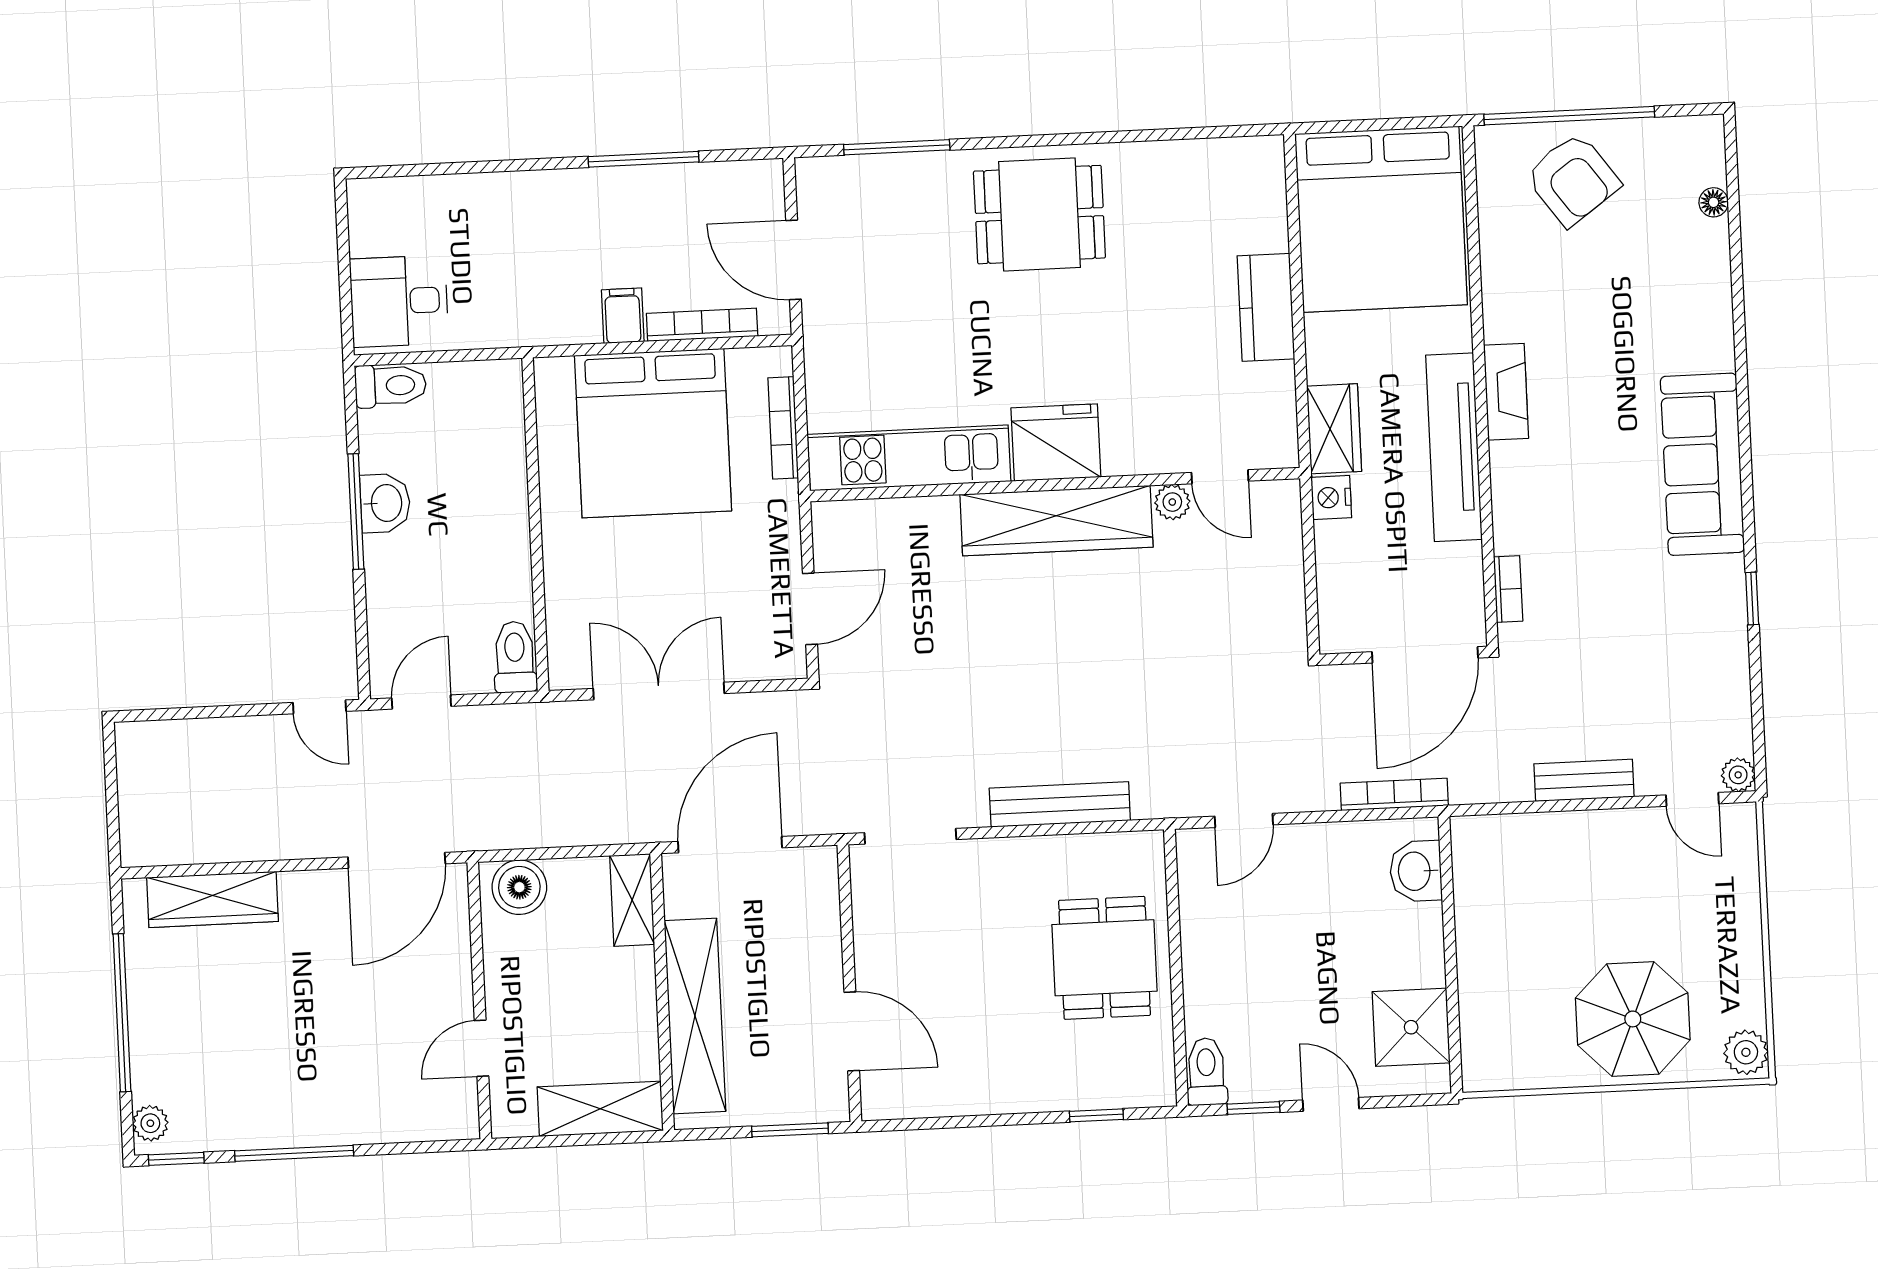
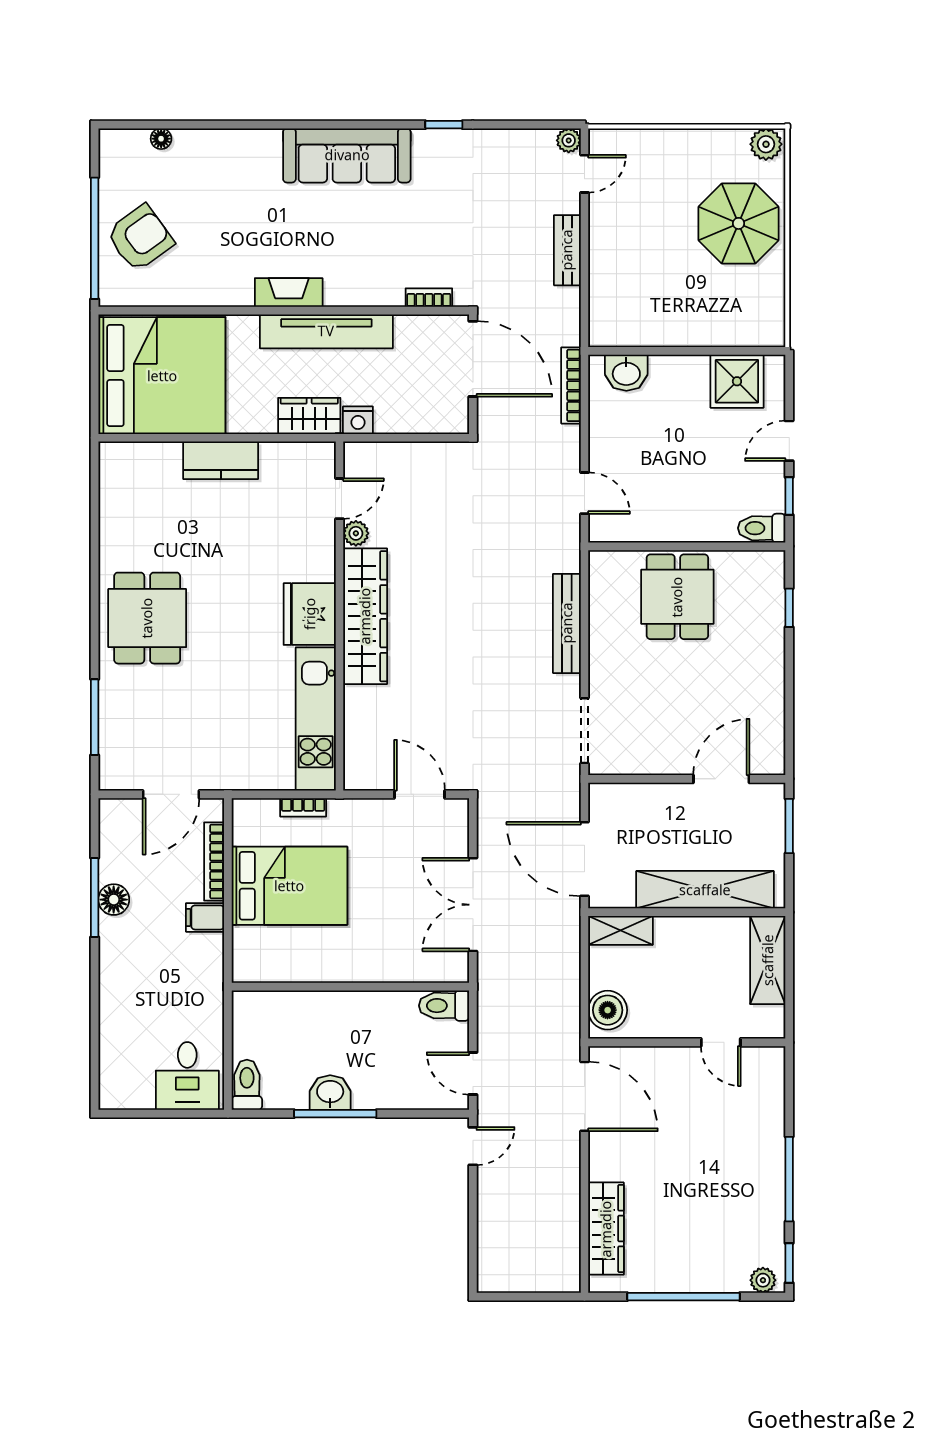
floor lamp: (642, 186) -> (114, 900), added
bookcase: (783, 428) -> (303, 807), width x0.64
bed: (653, 433) -> (289, 886), width x0.73
dining table: (1104, 958) -> (677, 597), turned 90

